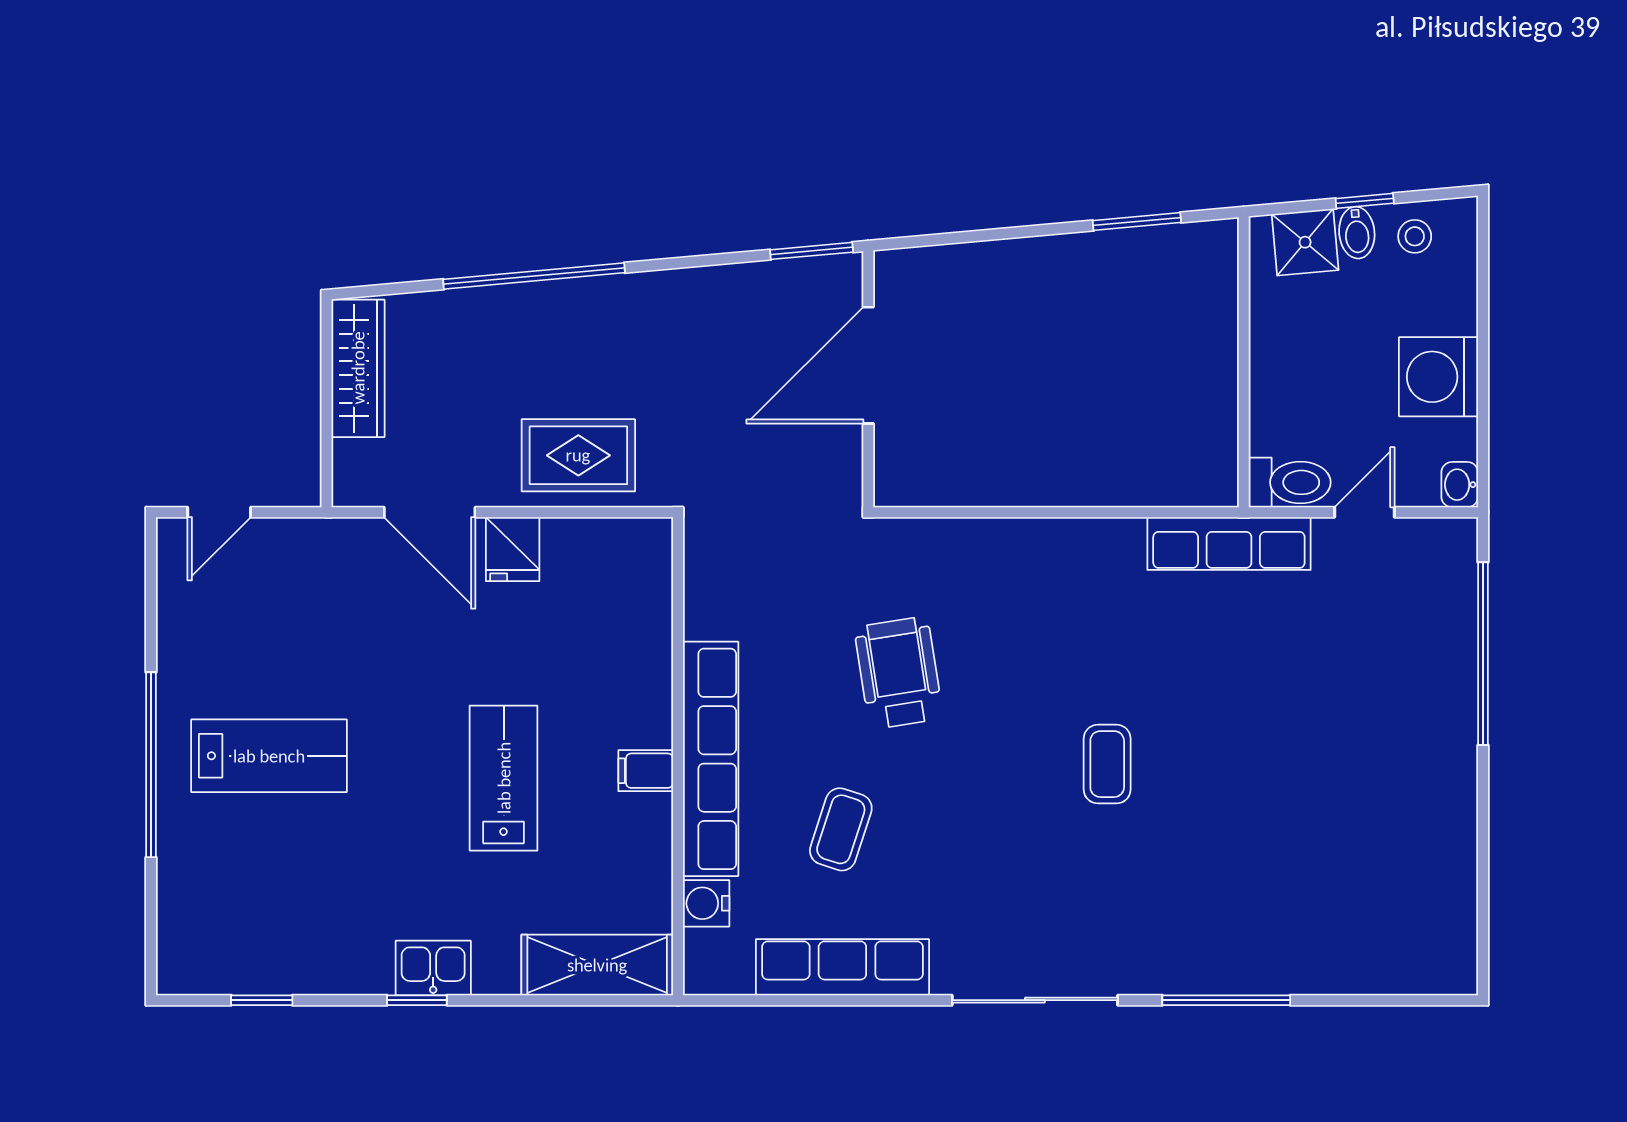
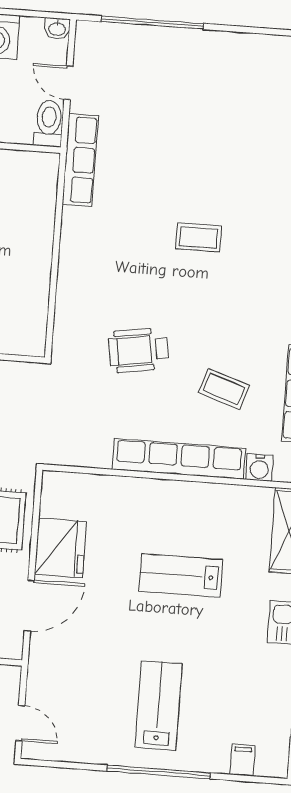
fridge: (513, 549) -> (60, 548), width x1.88, depth x1.34
filing cabinet: (646, 771) -> (242, 760), moved, turned 180

